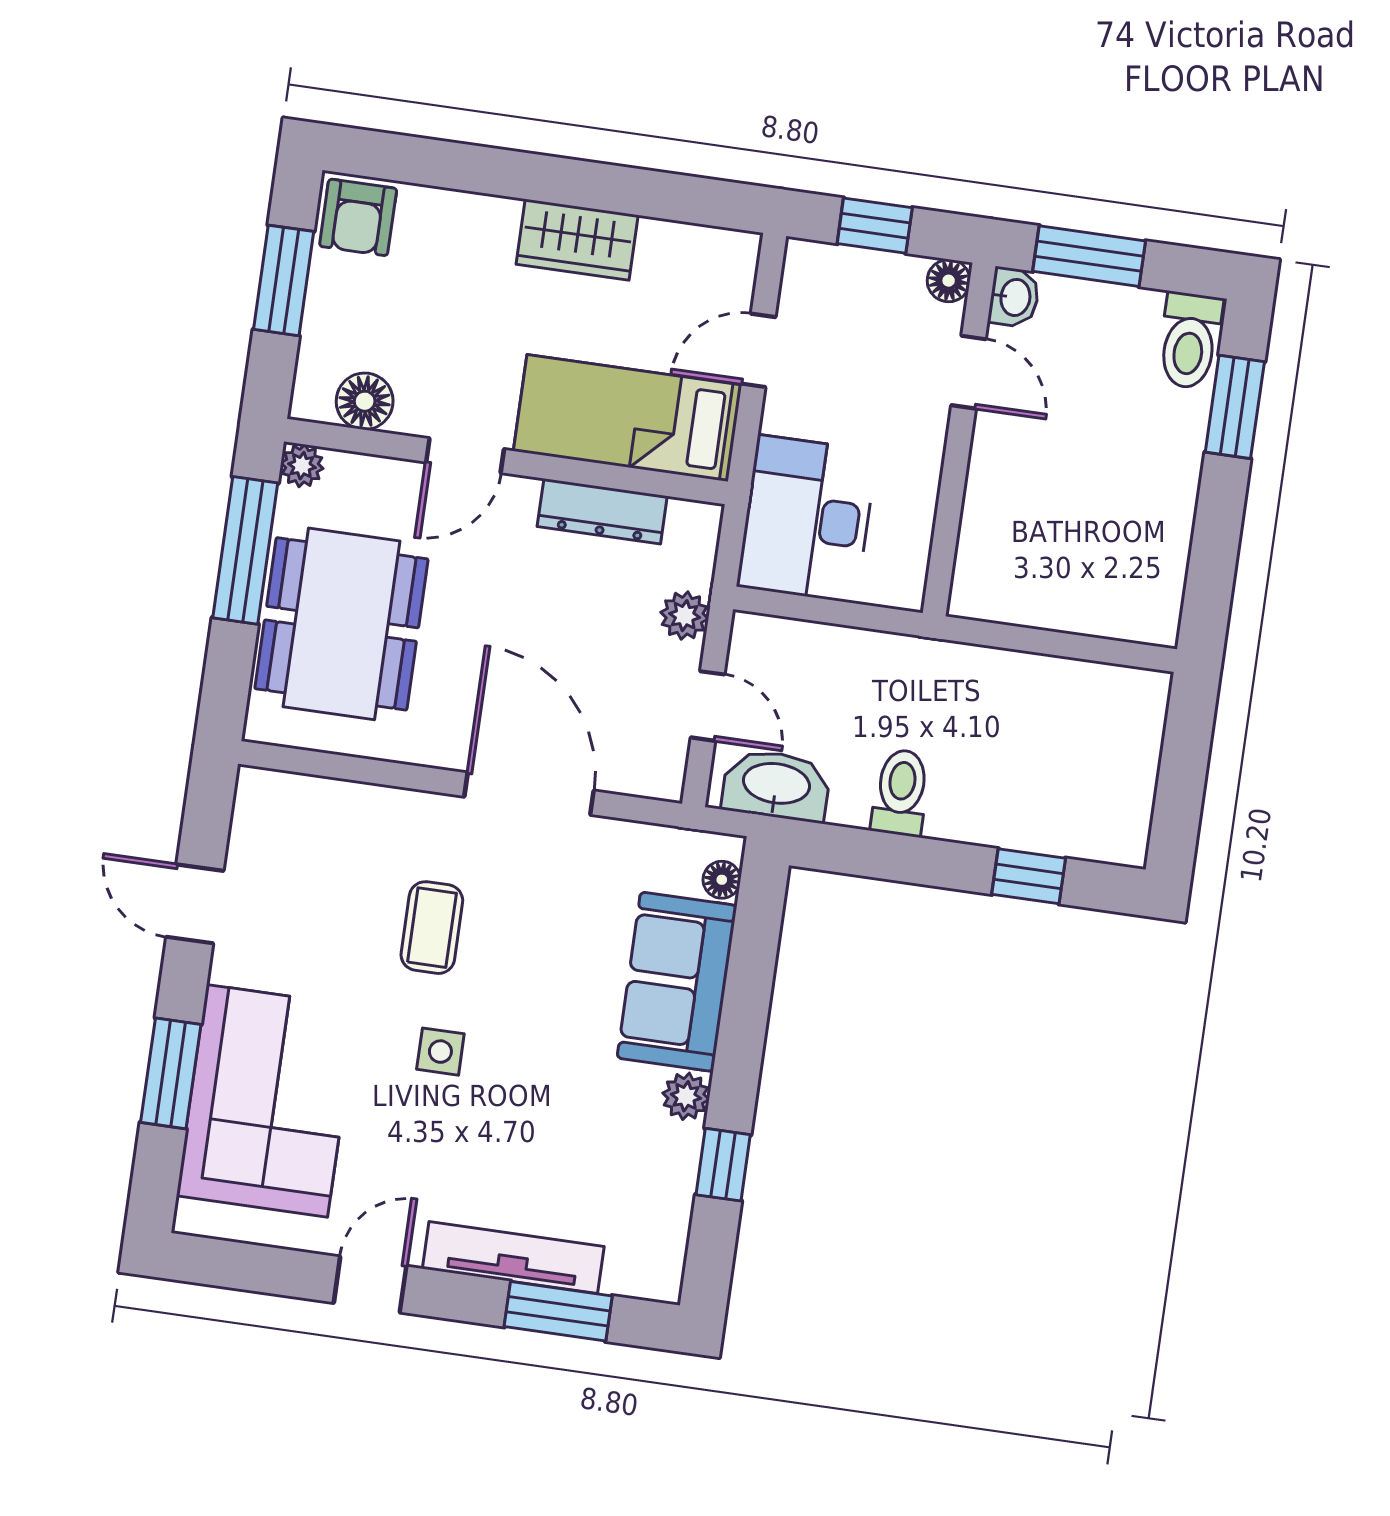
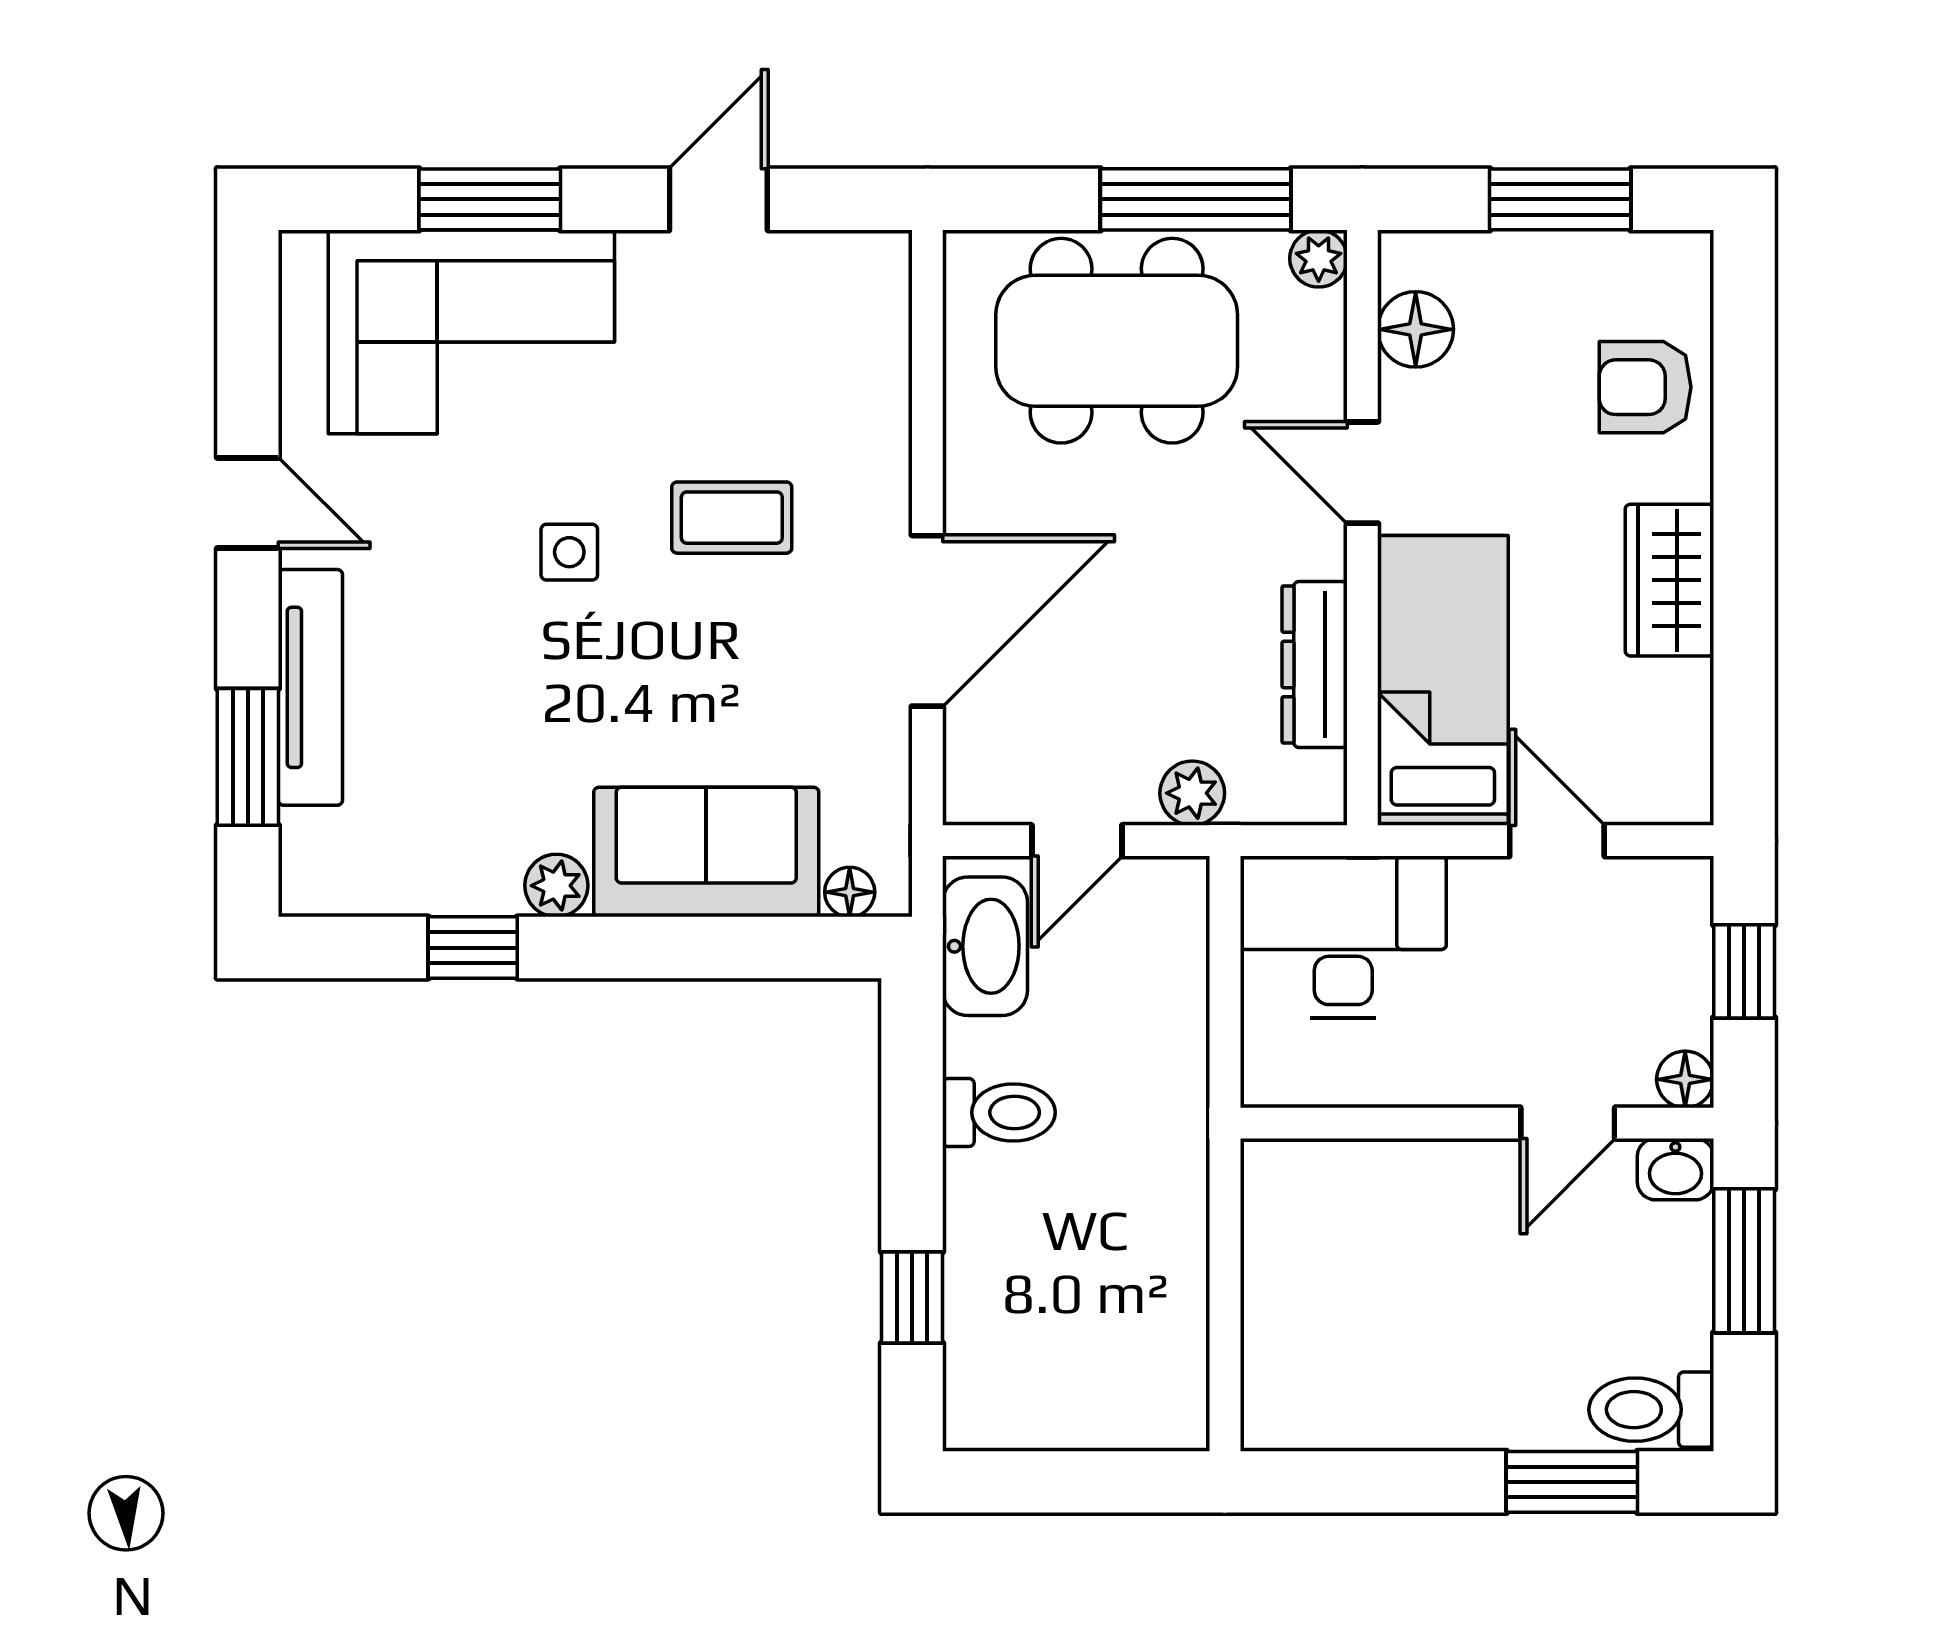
armchair: (358, 217) -> (1645, 387), moved

